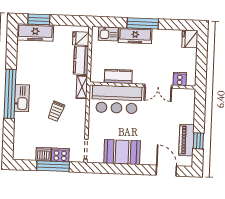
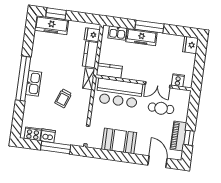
kitchen counter: (118, 77) -> (109, 71), moved
cafe table: (164, 112) -> (161, 108), added
cooker: (60, 155) -> (33, 134), moved

